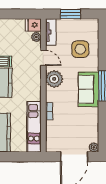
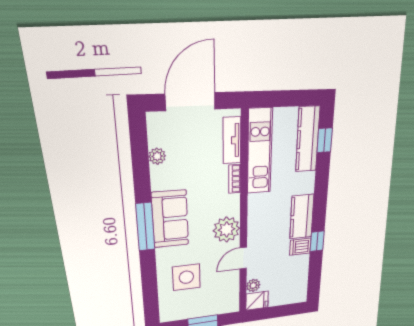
tv unit: (51, 32) -> (232, 140), moved
door: (43, 58) -> (243, 258), hinge flipped
plant: (94, 147) -> (157, 156), moved

